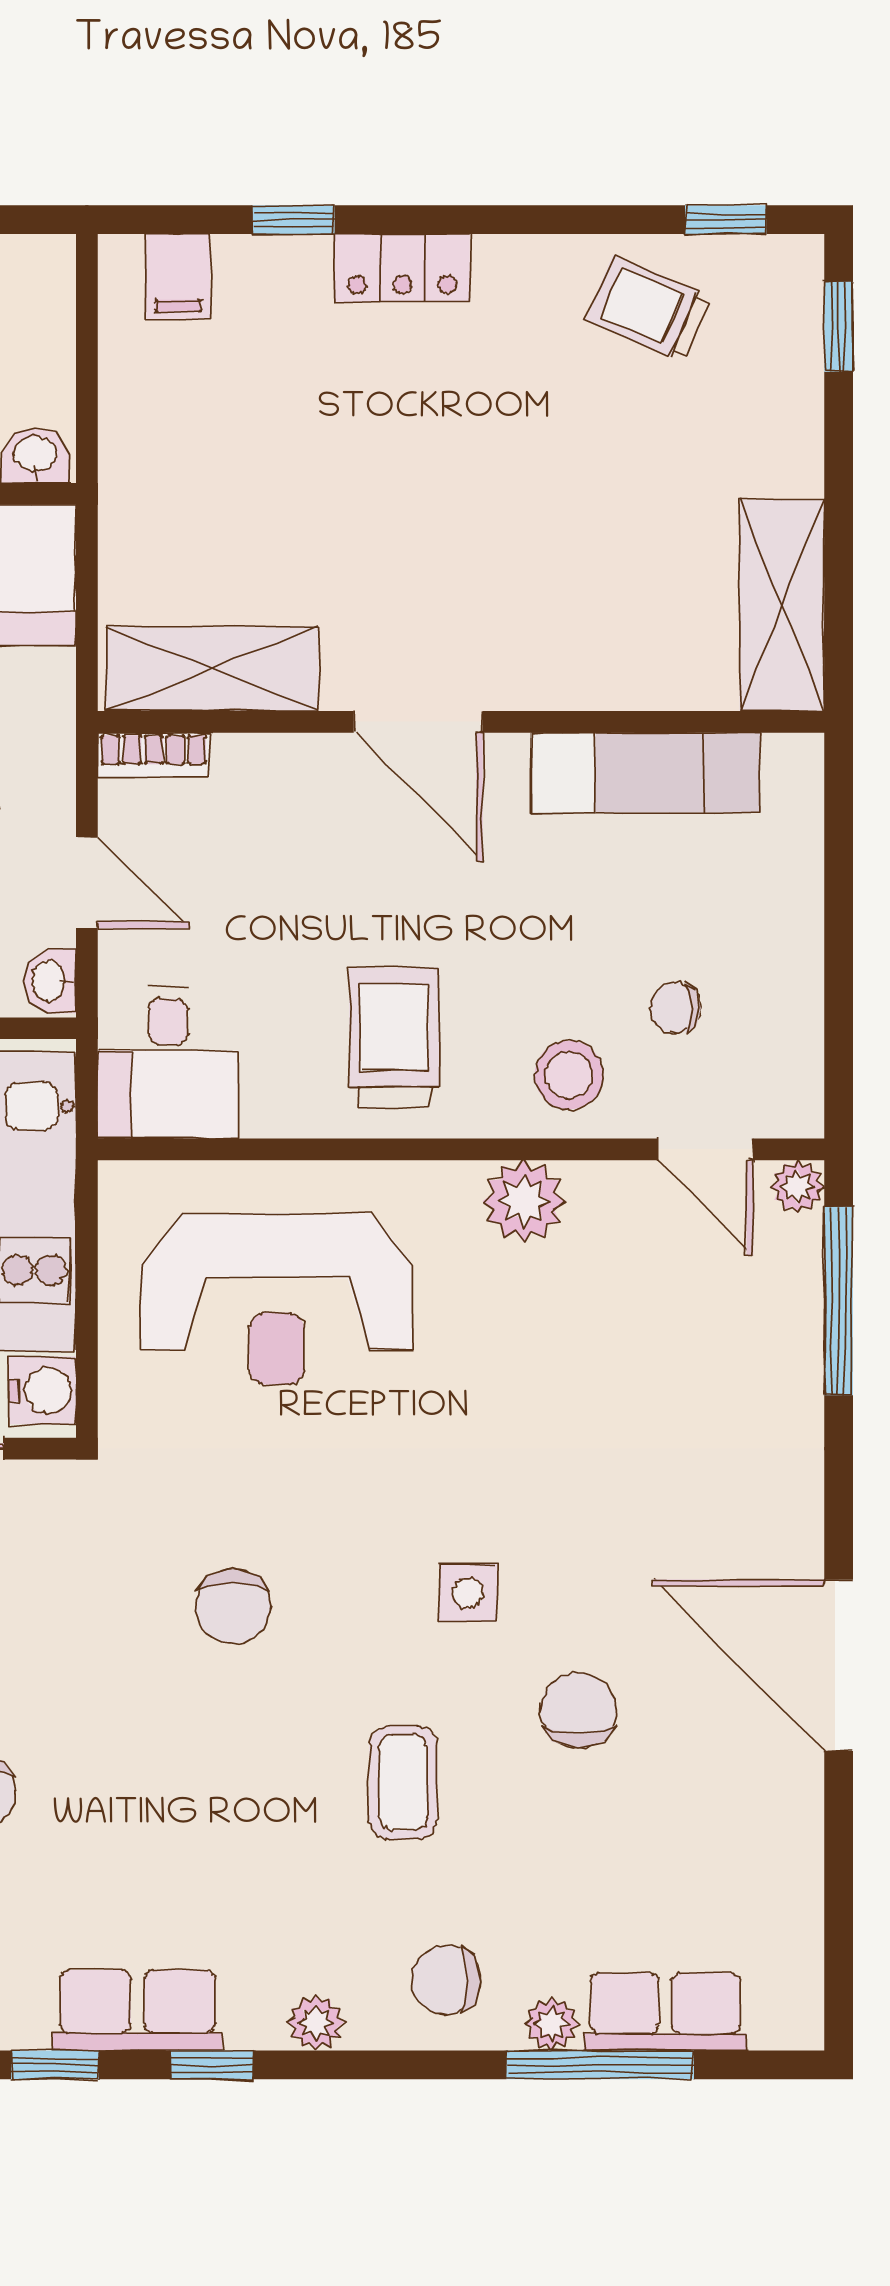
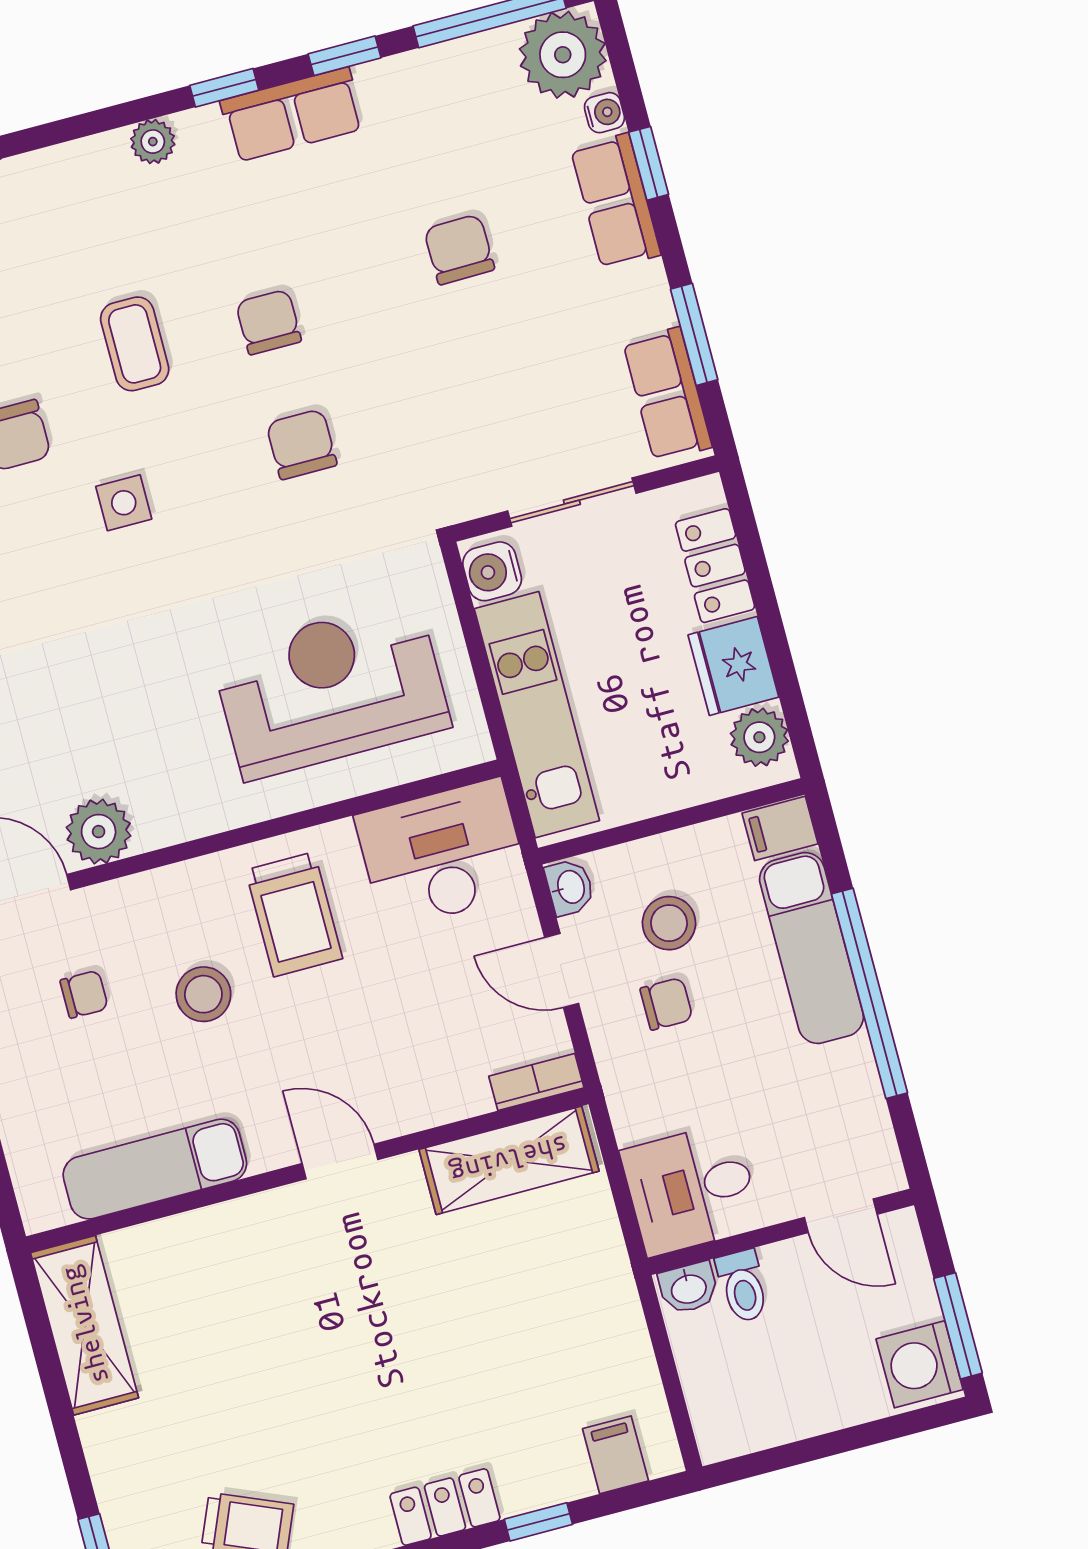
door: (418, 722) -> (340, 1162), width x0.73
desk: (168, 1063) -> (442, 854), width x1.37
stool: (569, 1075) -> (203, 994), moved
plant: (524, 1201) -> (99, 832), moved
chair: (446, 1980) -> (269, 322), moved, turned -90

